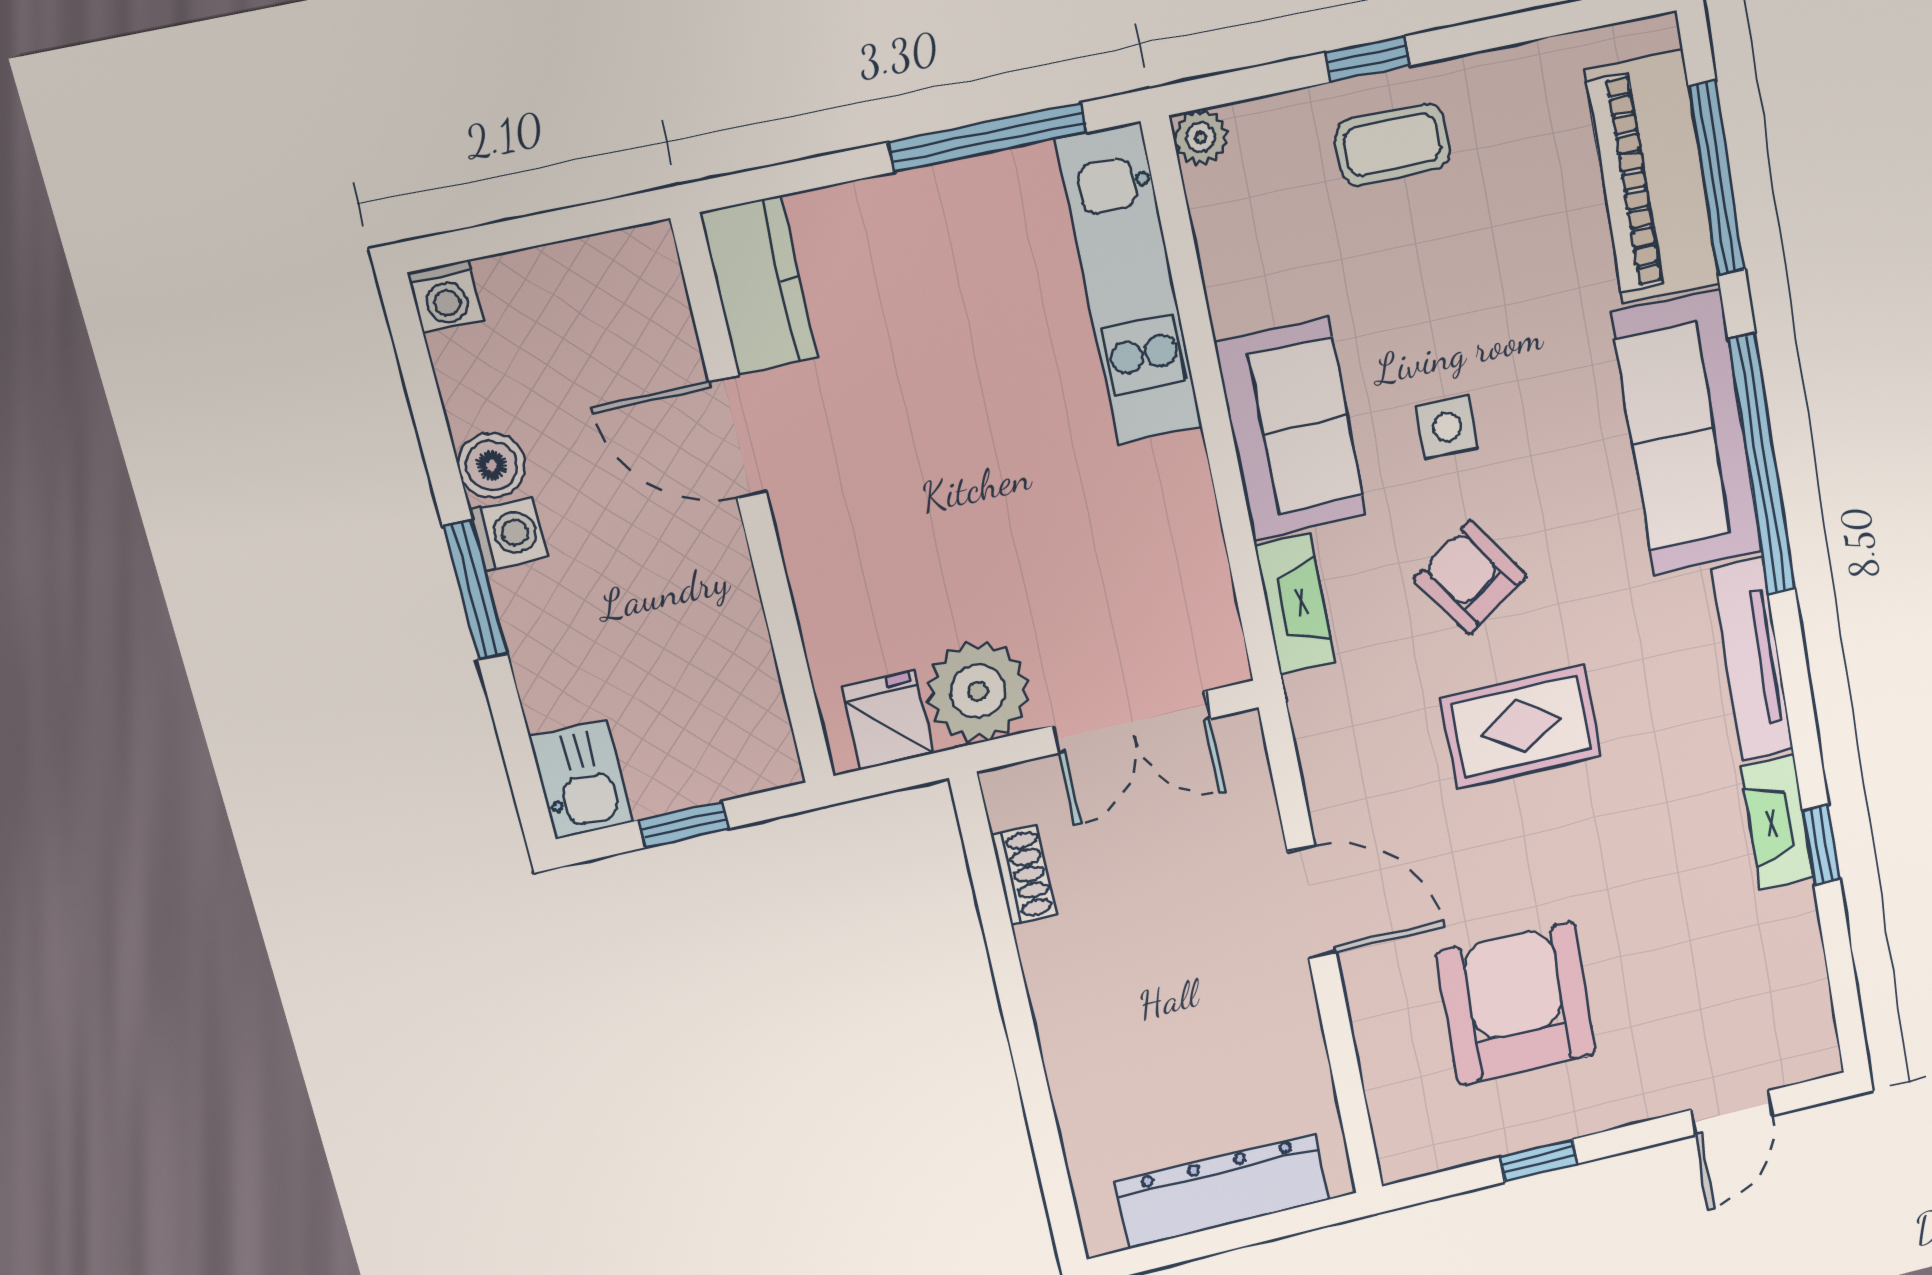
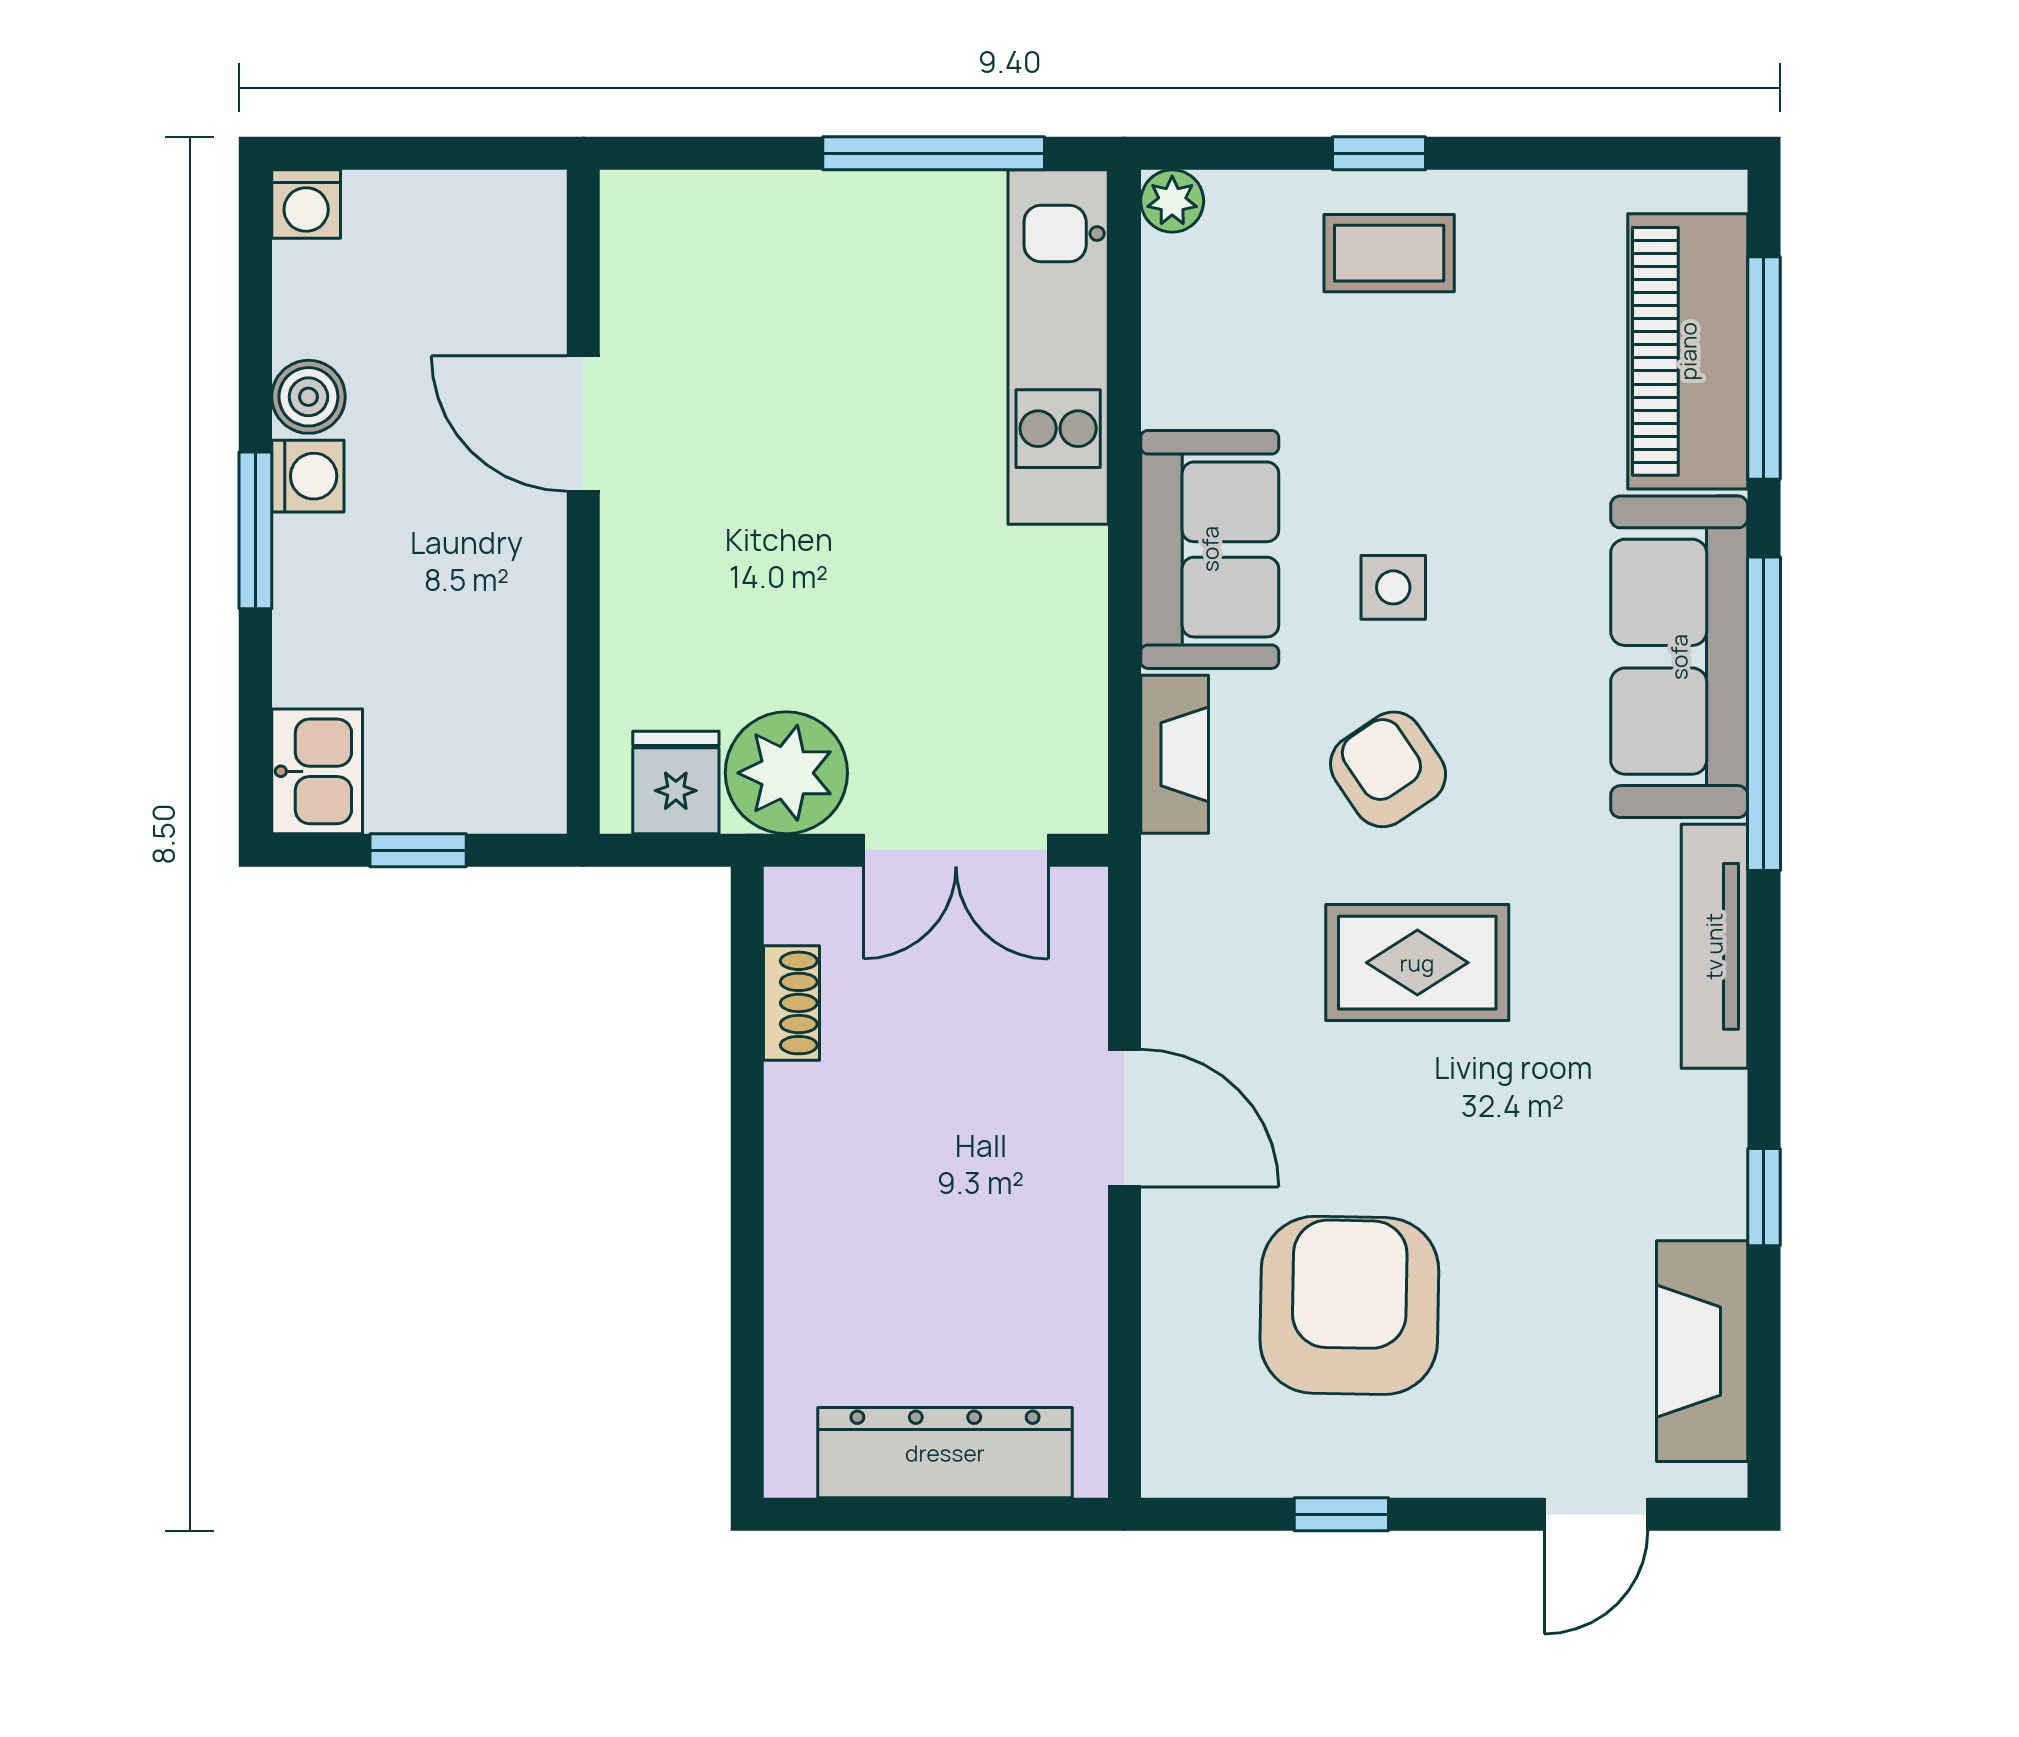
kitchen counter: (759, 285) -> (646, 262), removed
fireplace: (1777, 822) -> (1702, 1351), moved, width x1.37, depth x1.32

